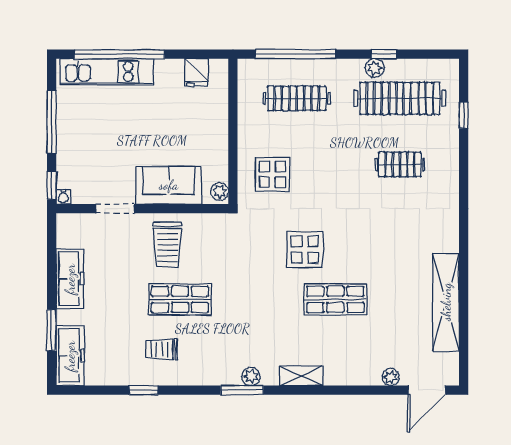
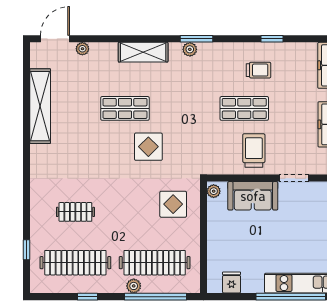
plant: (375, 68) -> (134, 286), moved
clothes rail: (297, 98) -> (155, 263), width x1.37, depth x1.31
shelving: (301, 376) -> (143, 52), width x1.50, depth x1.33

